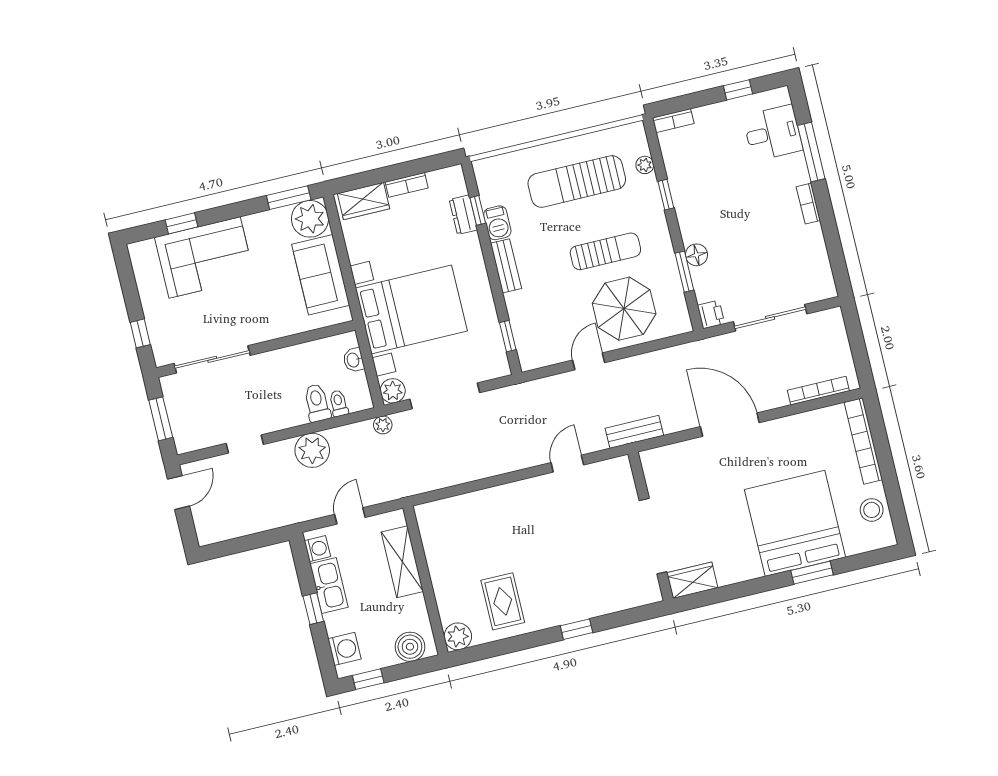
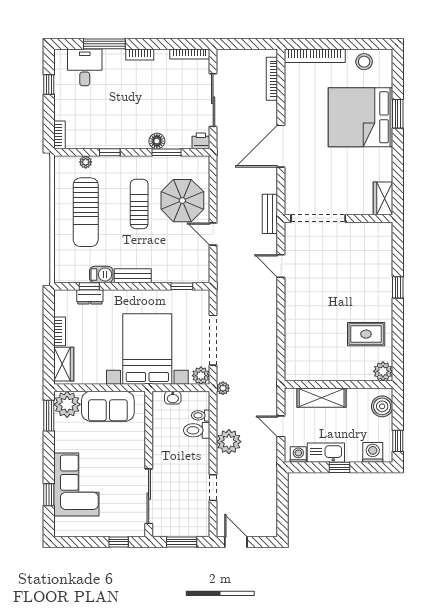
bookcase: (825, 271) -> (190, 54), added
doorway: (653, 536) -> (318, 218), moved

